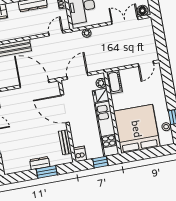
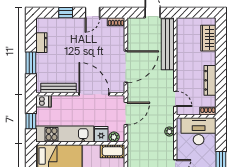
door: (77, 76) -> (126, 114), hinge flipped
door: (65, 109) -> (94, 94), hinge flipped
bench: (65, 142) -> (59, 88), width x1.36
dresser: (40, 163) -> (41, 43), moved

